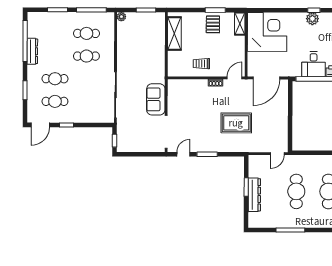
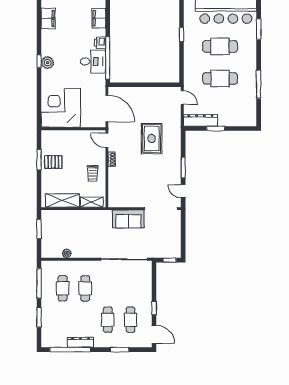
plant: (121, 17) -> (67, 253), moved
shelving: (240, 24) -> (92, 202), moved
dresser: (254, 195) -> (200, 120), moved

